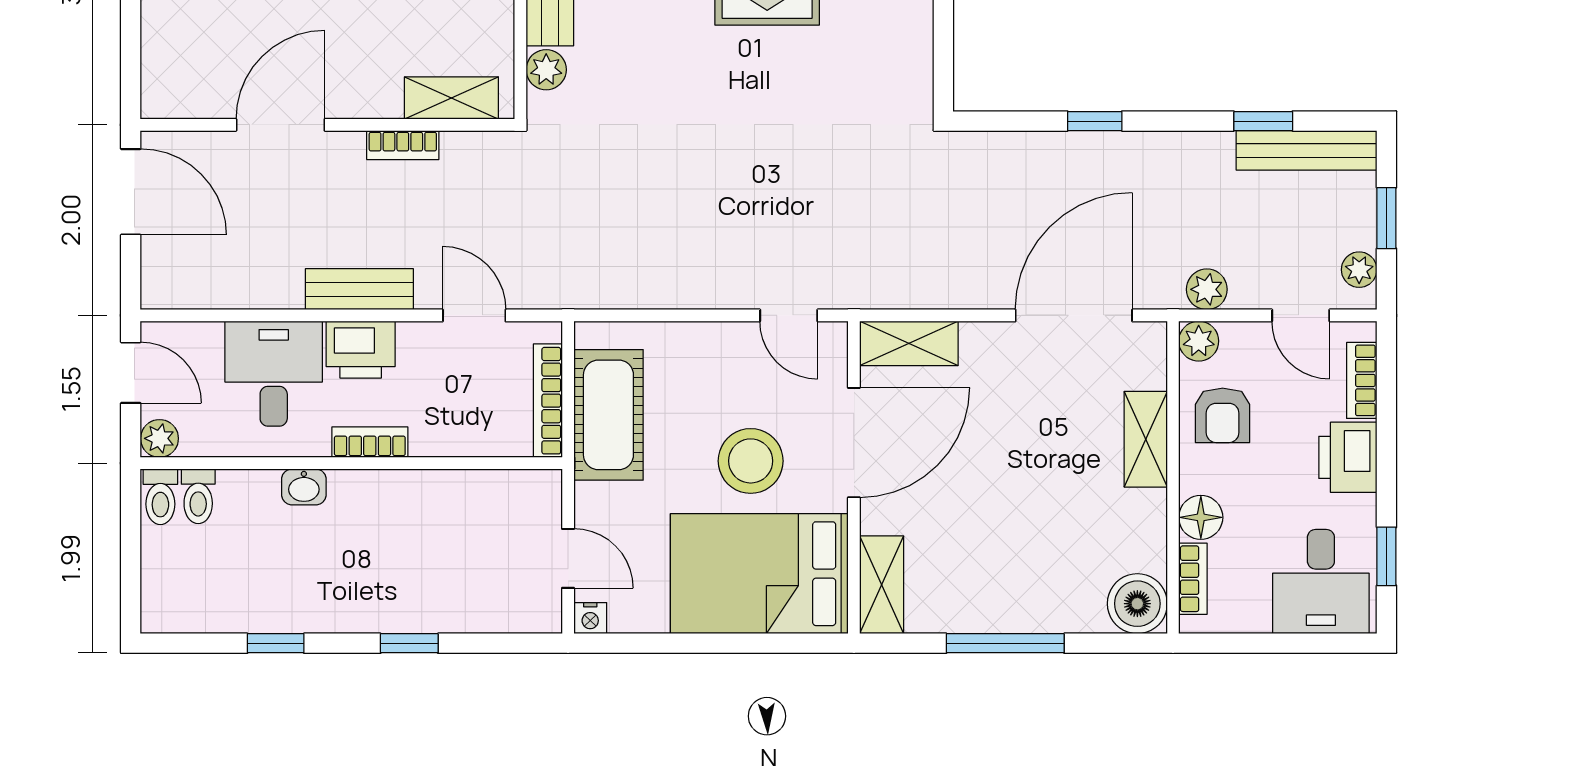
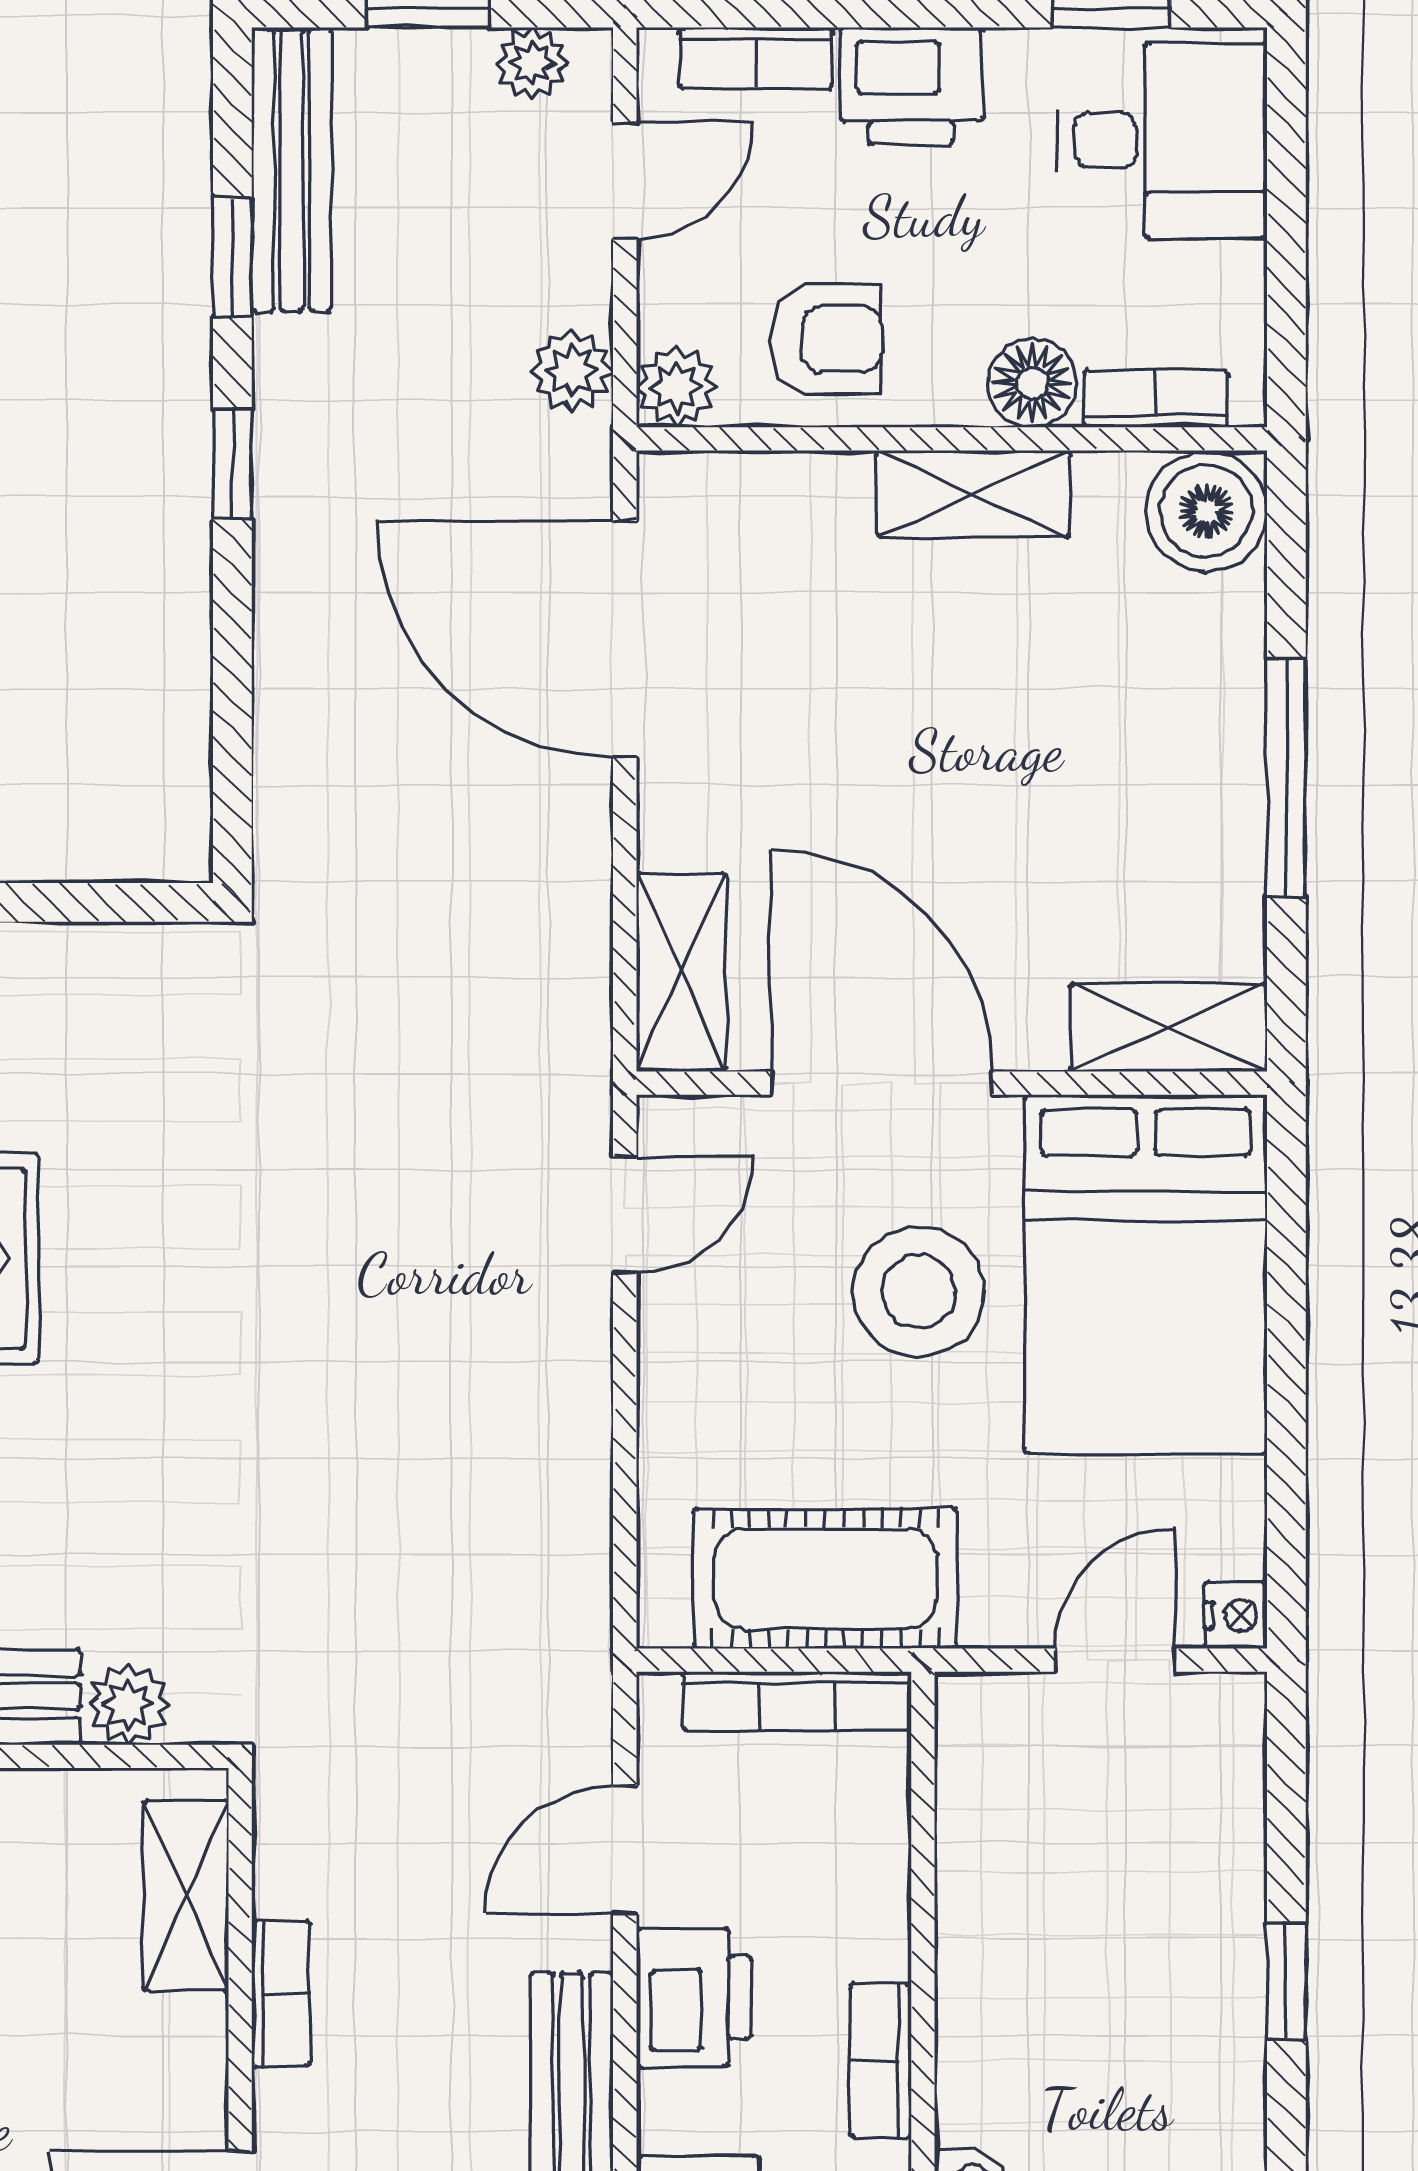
window: (1095, 121) -> (232, 464), moved
printer: (361, 350) -> (694, 1997), moved
shelving: (1146, 439) -> (973, 494), moved

